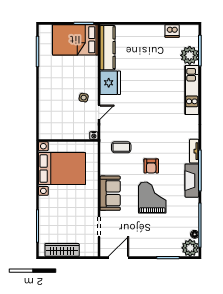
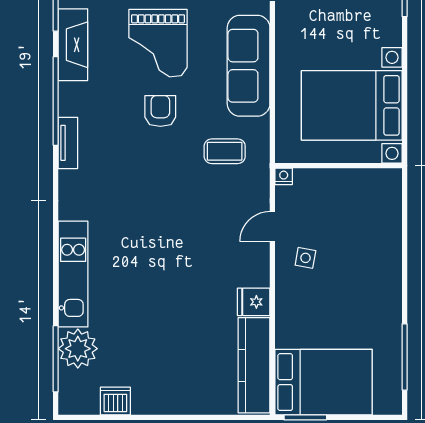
fridge: (110, 83) -> (254, 302), width x0.53, depth x0.75
fireplace: (192, 181) -> (73, 45), moved
sofa: (110, 193) -> (249, 66), width x1.36

